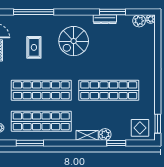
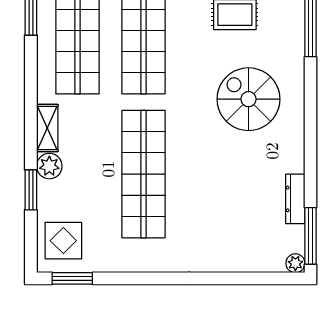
window: (112, 12) -> (311, 236), moved
dresser: (105, 19) -> (295, 199), moved
plant: (139, 21) -> (292, 239), removed

